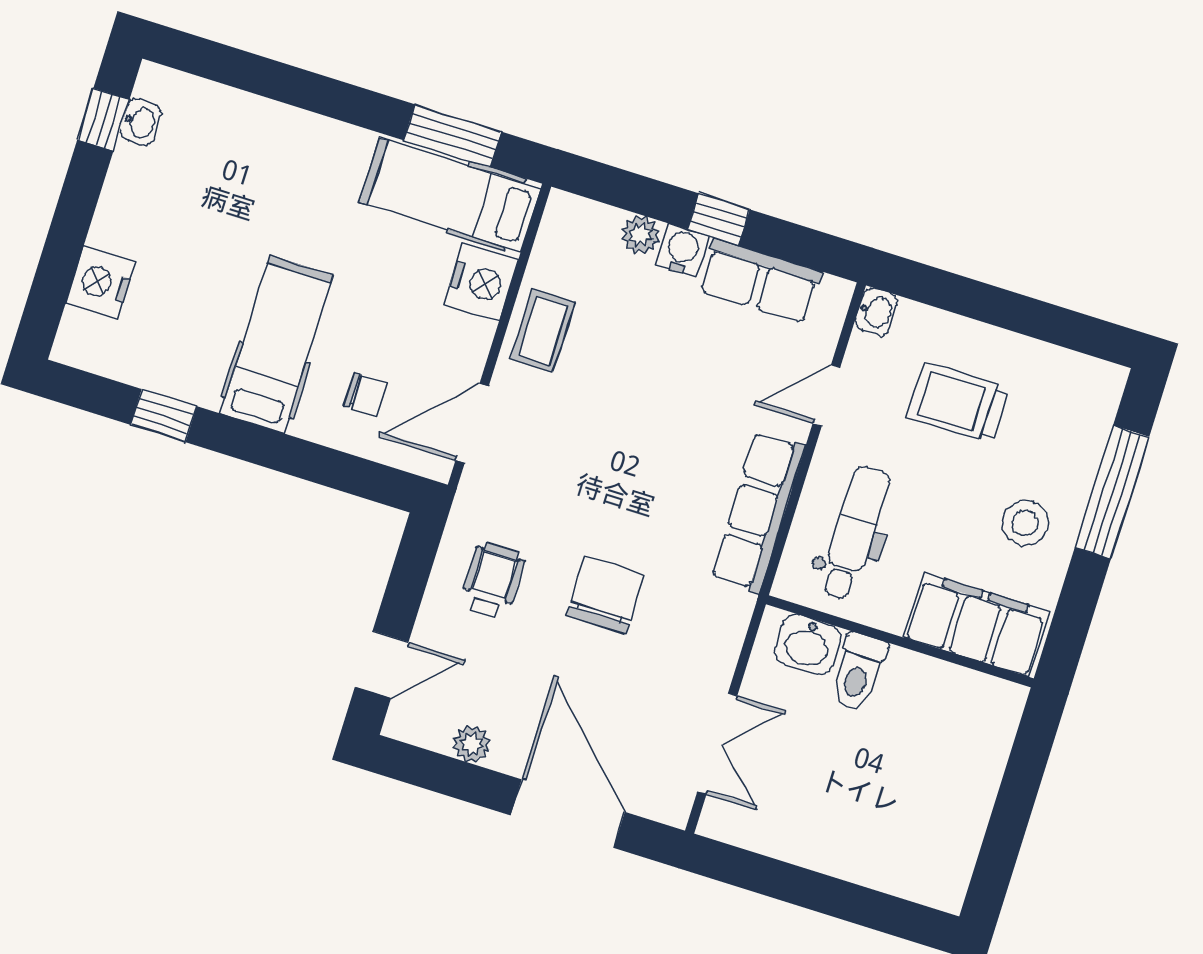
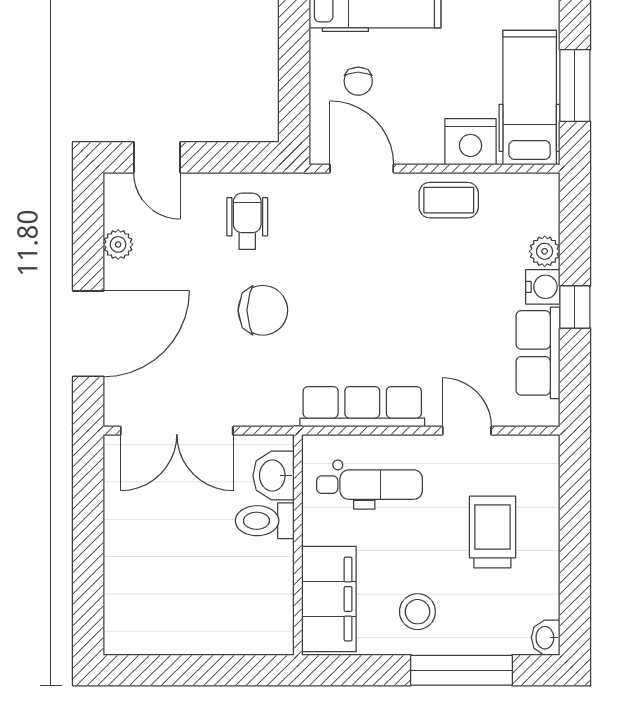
washbasin: (876, 312) -> (546, 638), moved, turned 90
wheelchair: (492, 580) -> (247, 221), turned -90
double door: (717, 744) -> (177, 431), width x1.37

